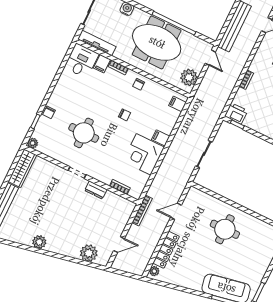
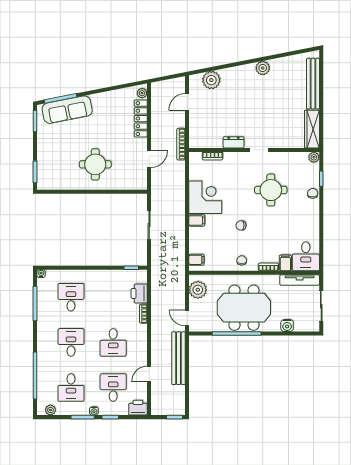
printer: (236, 113) -> (139, 293), moved, turned 90

